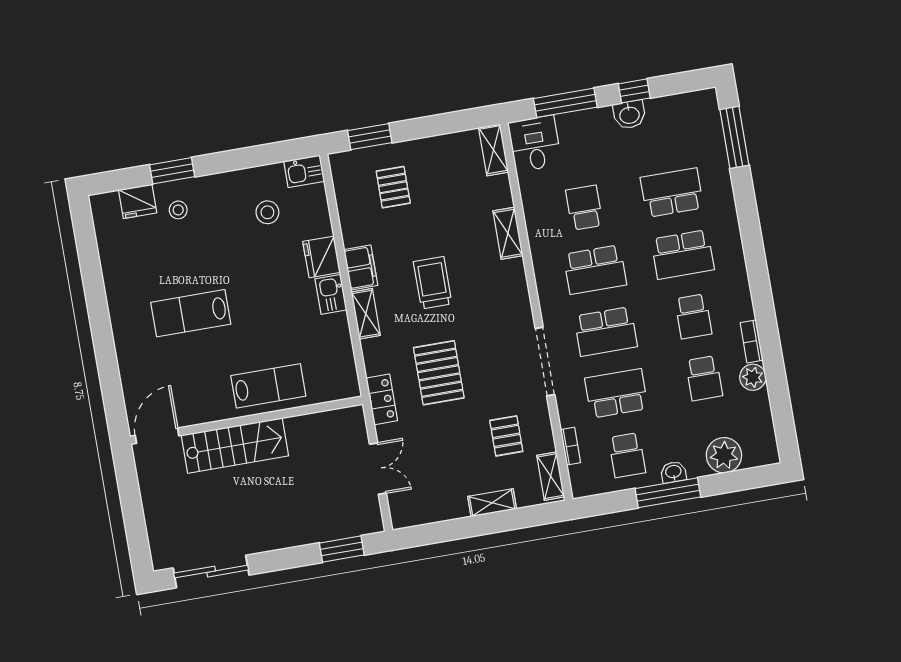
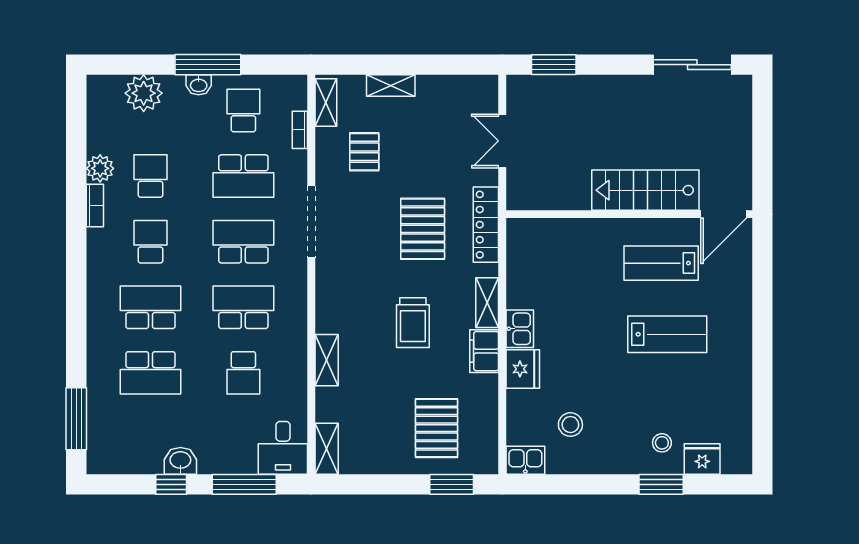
pallet: (393, 187) -> (437, 428), width x1.50, depth x1.42
lab bench: (268, 386) -> (661, 263), moved
locker: (382, 399) -> (486, 225), width x1.53

